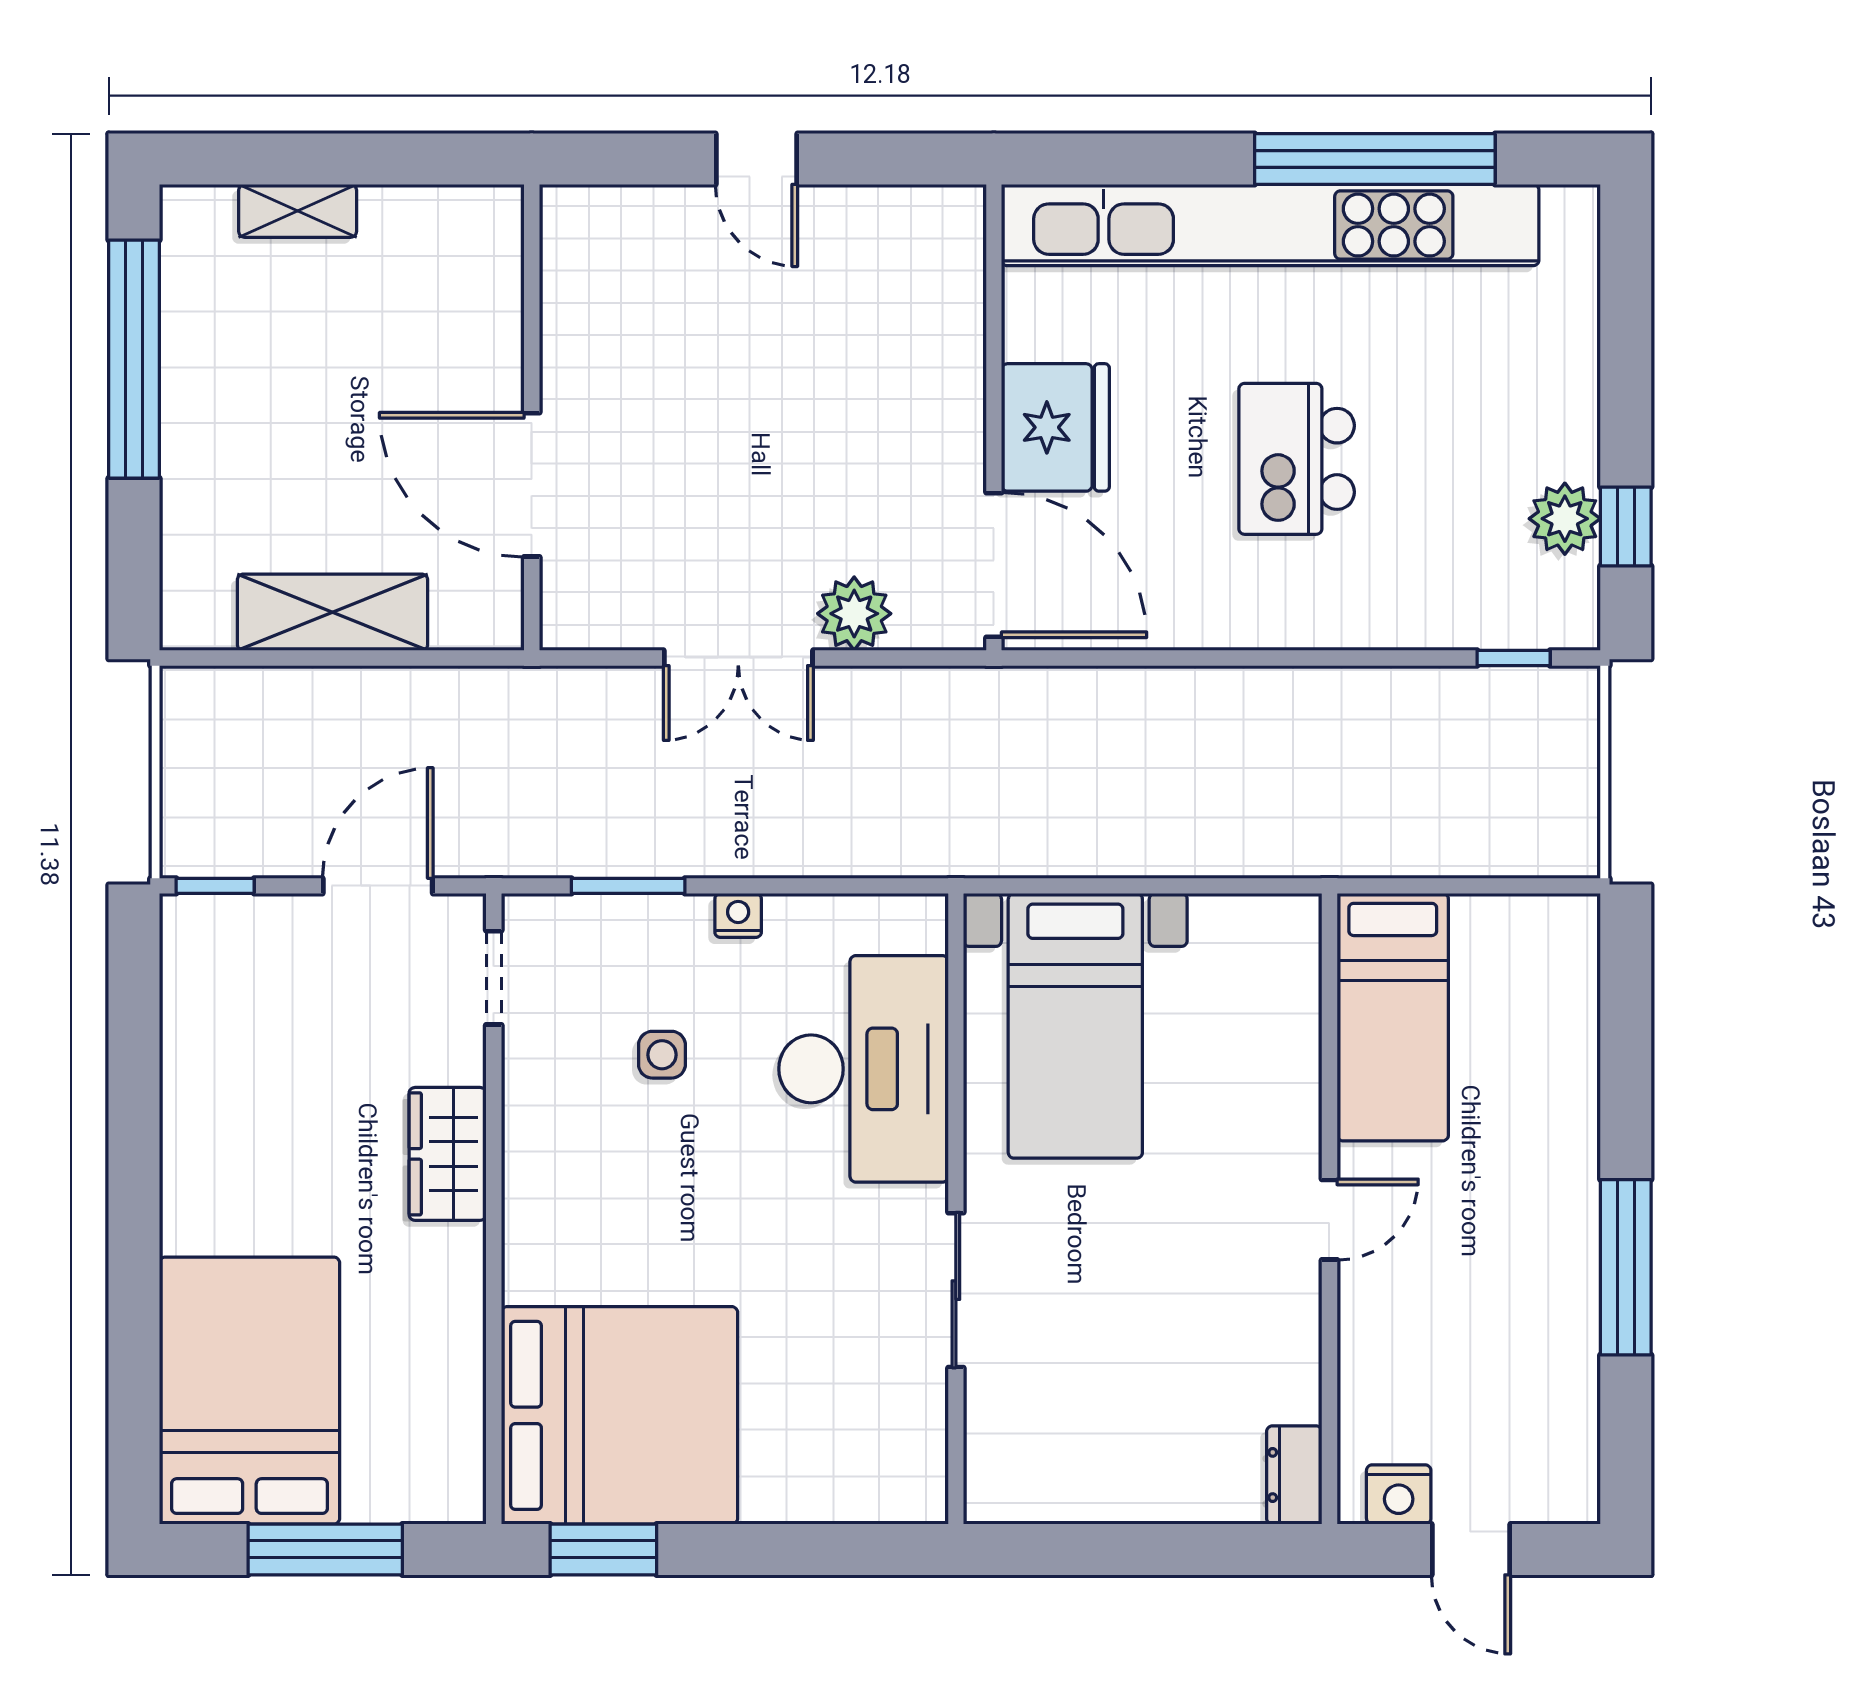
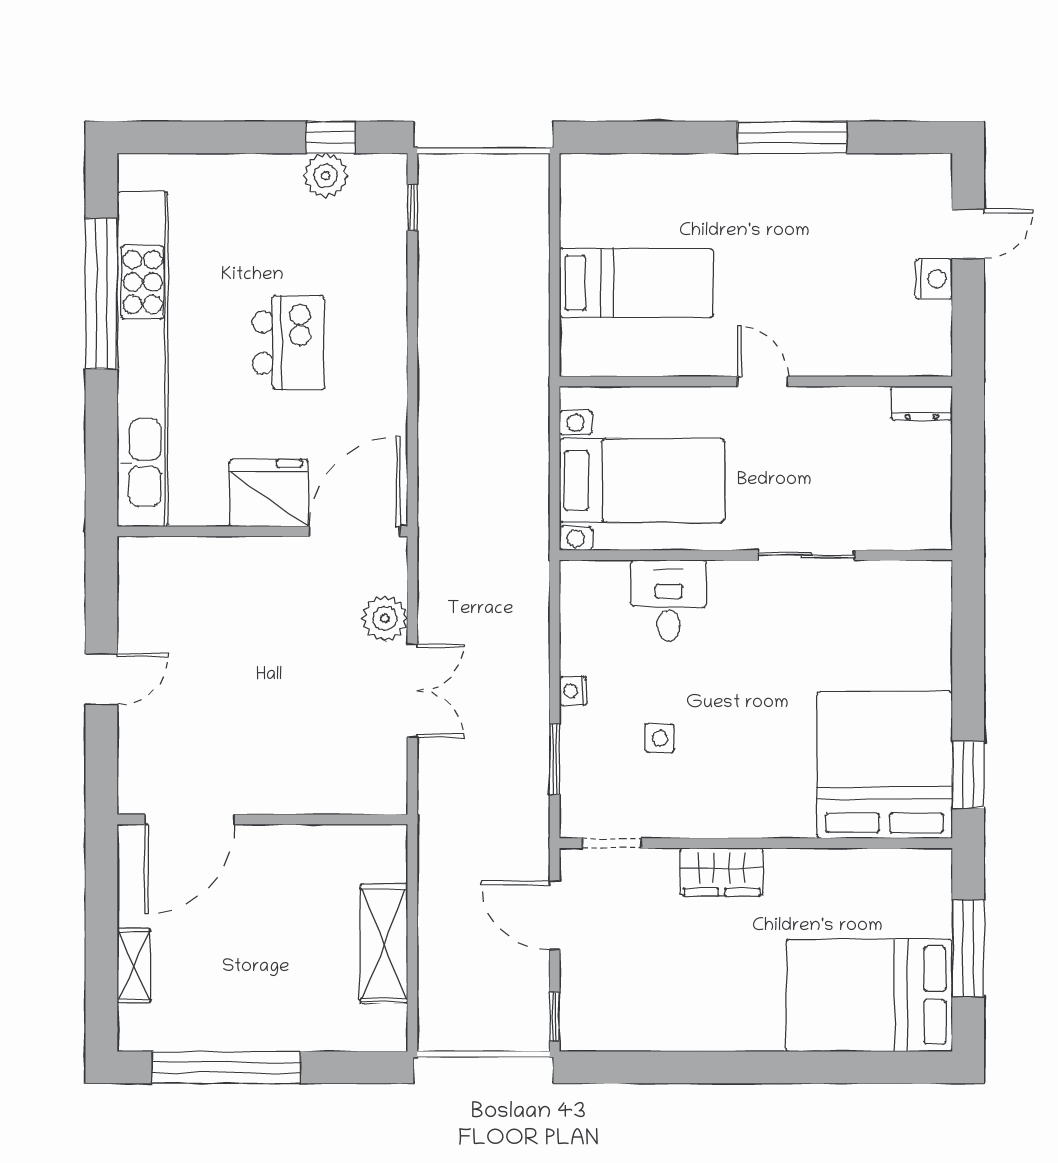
kitchen island: (1297, 459) -> (288, 343), turned -90
door: (532, 485) -> (190, 819), moved
desk: (864, 1069) -> (669, 600), width x0.53, depth x0.77
wall: (1329, 1209) -> (756, 381), moved
door: (1329, 1220) -> (763, 381), moved
dresser: (1294, 1475) -> (922, 403), moved

